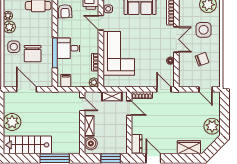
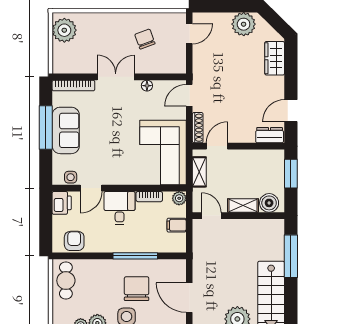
armchair: (65, 11) -> (74, 241), turned -88
side table: (204, 30) -> (102, 37), removed
desk: (68, 48) -> (120, 208), moved, turned 180
corner sofa: (119, 53) -> (163, 153), moved, turned -90
chair: (33, 54) -> (137, 289), turned -90
filing cabinet: (66, 81) -> (177, 225), moved
door: (27, 89) -> (189, 298), hinge flipped
door: (82, 104) -> (211, 216), hinge flipped

